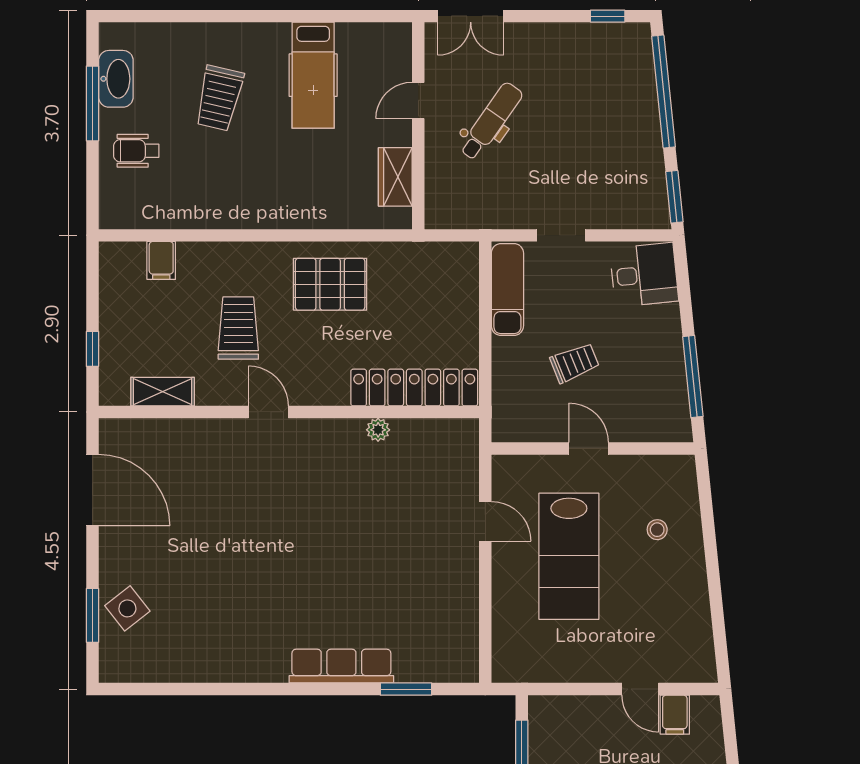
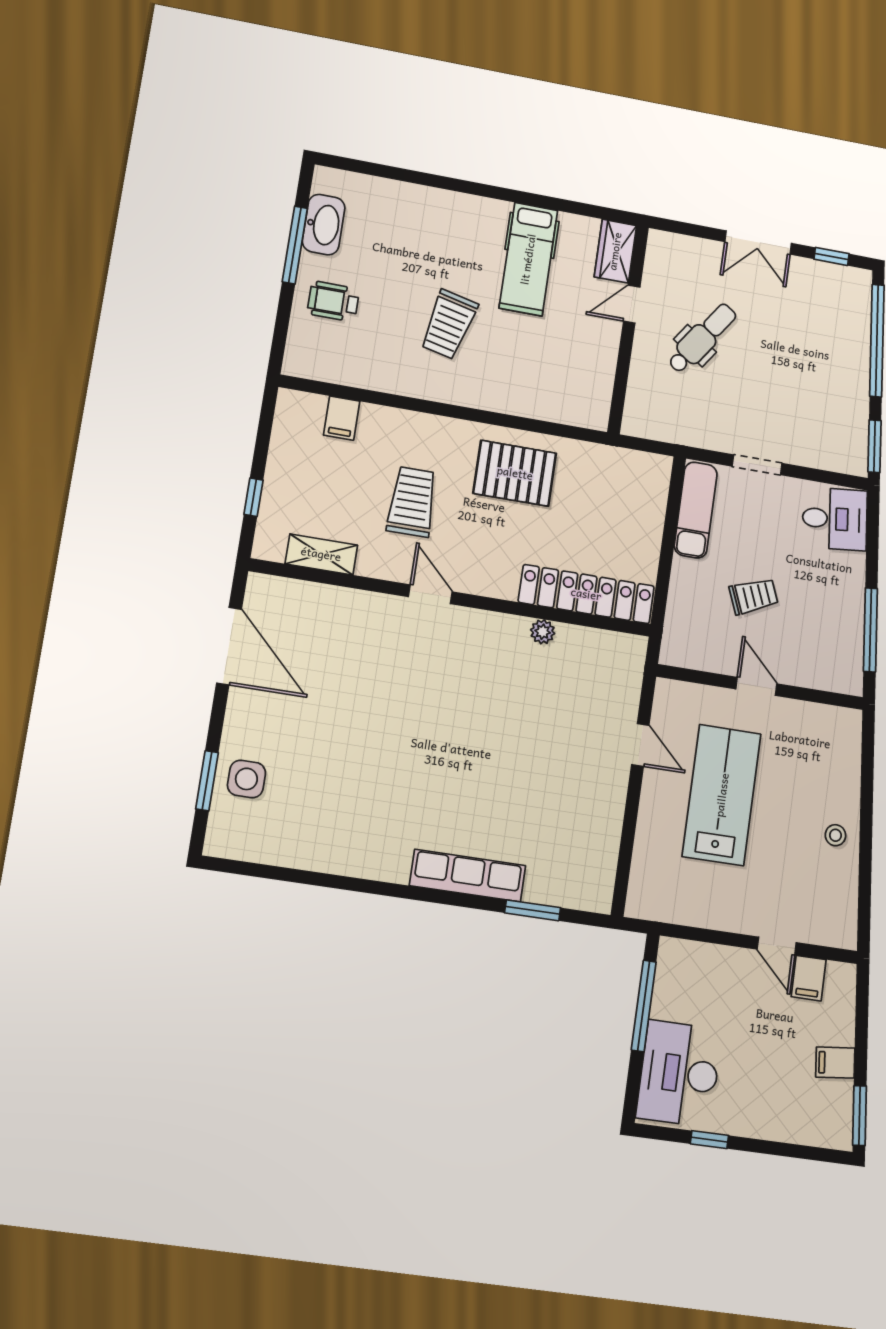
double door: (471, 16) -> (758, 243), moved
trolley: (219, 98) -> (449, 324), moved
wardrobe: (395, 177) -> (615, 251), moved
stool: (657, 530) -> (835, 835), moved
lab bench: (569, 556) -> (722, 795), turned 180
side table: (127, 608) -> (246, 779), turned 38

